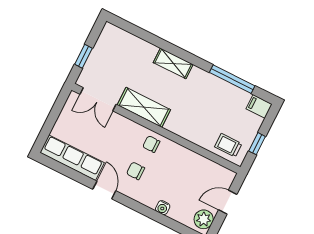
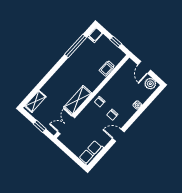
shelving: (173, 63) -> (35, 101), moved
double door: (98, 99) -> (66, 125), swing flipped
trolley: (228, 145) -> (107, 68), moved
row of seats: (72, 158) -> (91, 153), width x0.68

